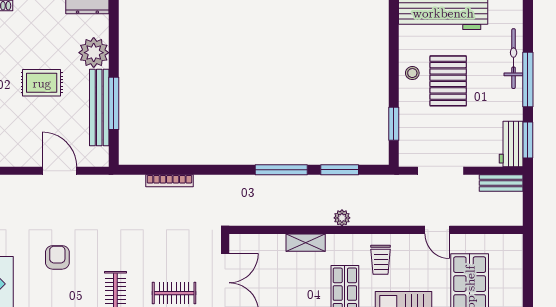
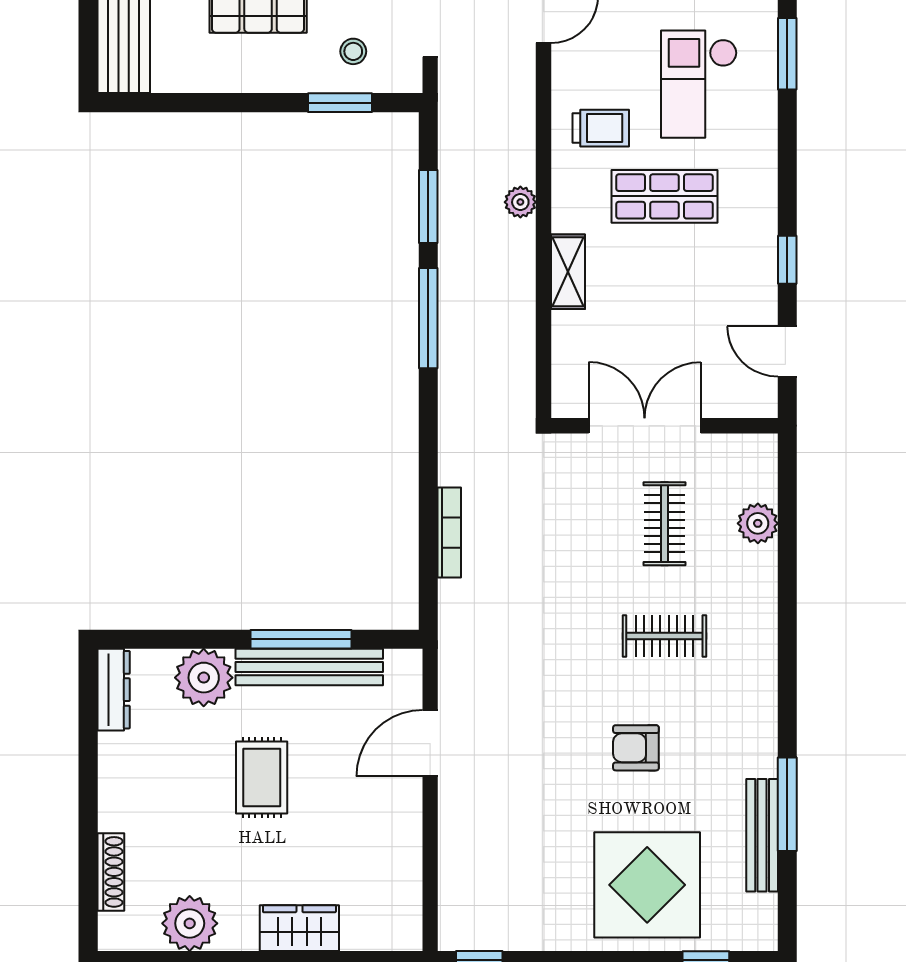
stool: (412, 73) -> (353, 51), moved
armchair: (57, 257) -> (636, 748), moved

